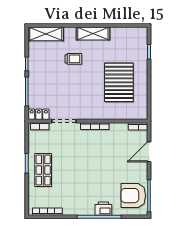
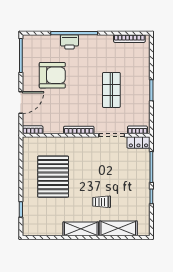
shelving: (46, 34) -> (118, 228), moved
shop shelf: (43, 170) -> (111, 90), moved
armchair: (133, 196) -> (52, 75), moved

